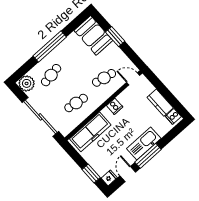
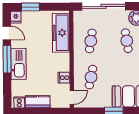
cooker: (115, 106) -> (64, 78), moved

